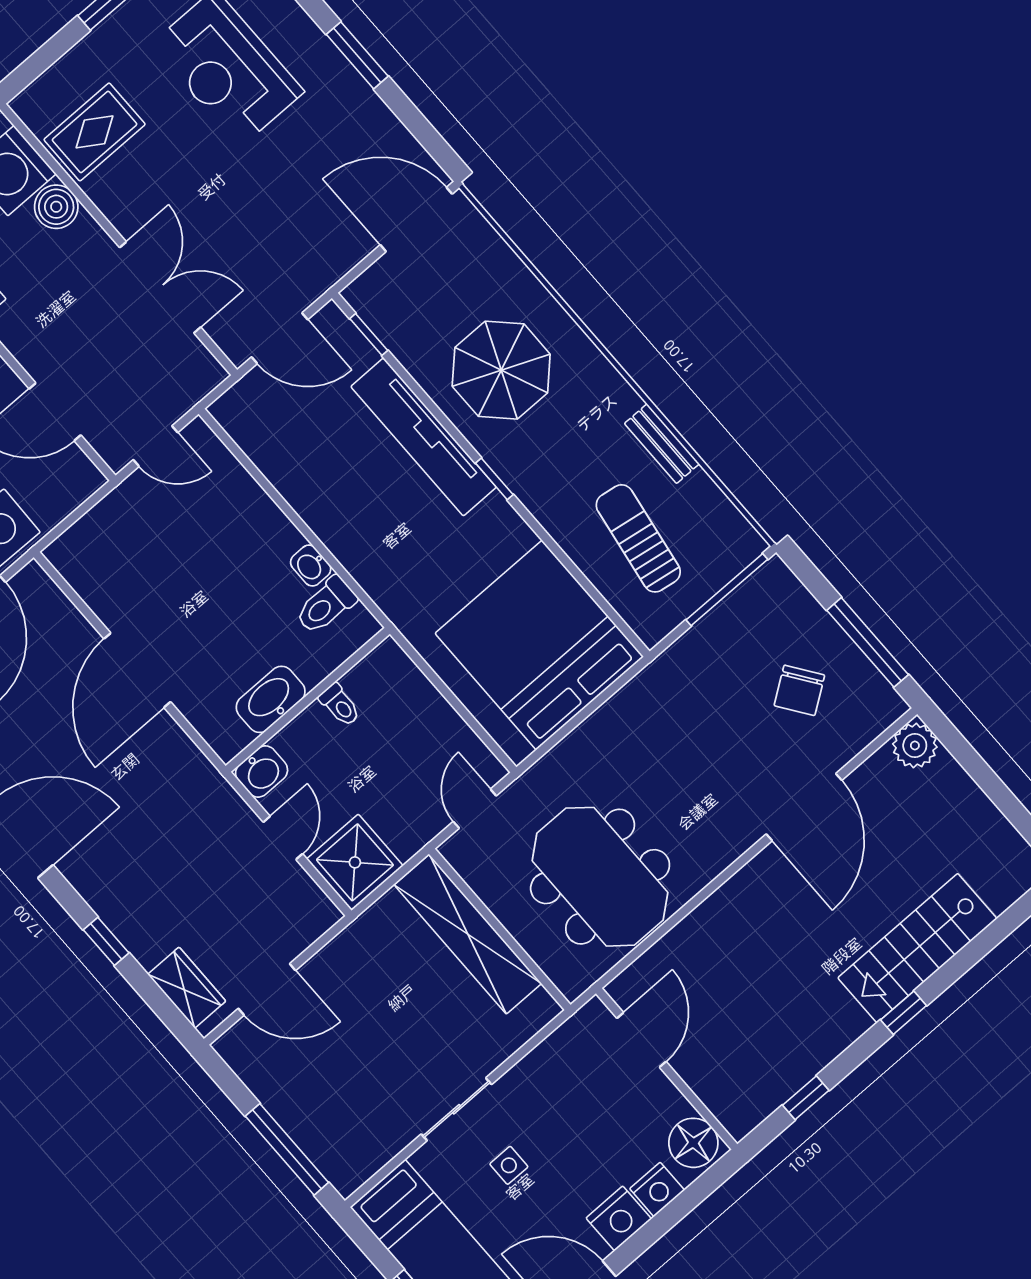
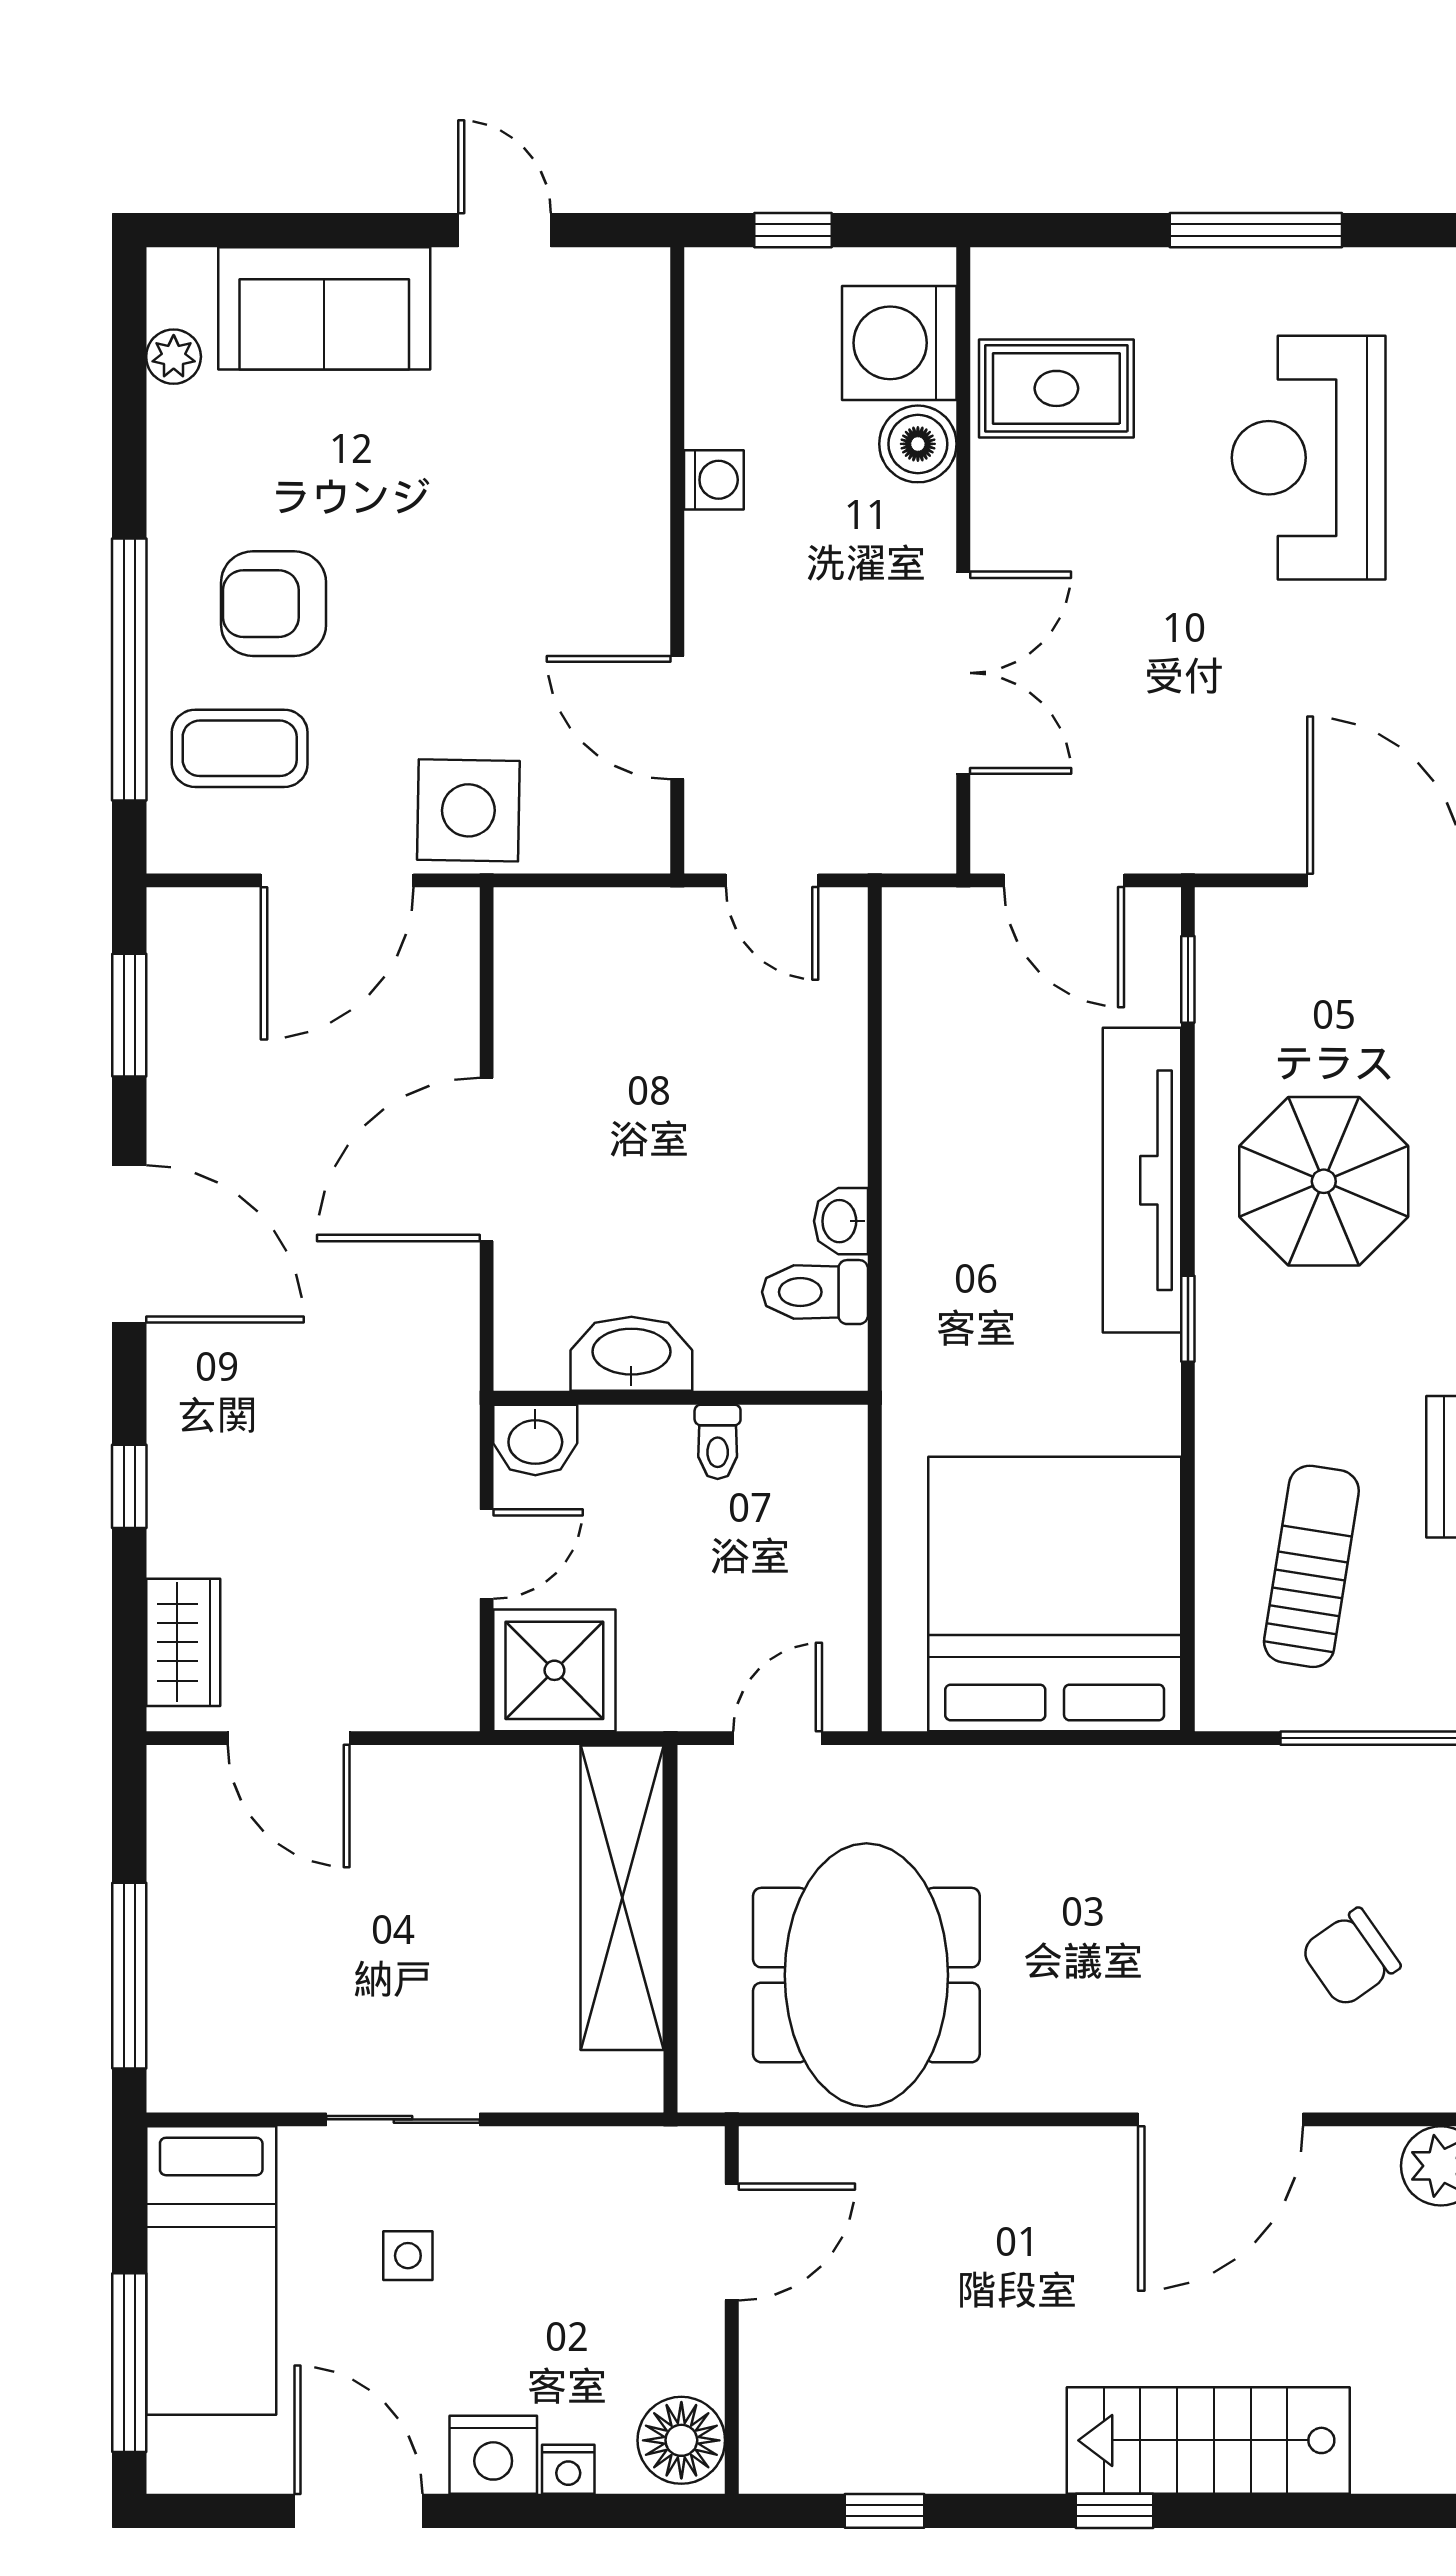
nightstand: (657, 1189) -> (568, 2469), width x0.72, depth x0.74

